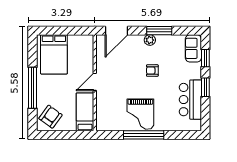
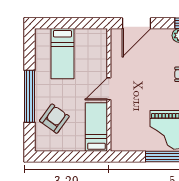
bed: (54, 54) -> (62, 54), width x0.67
armchair: (50, 117) -> (54, 119), moved

